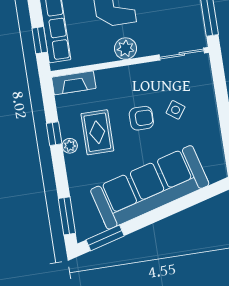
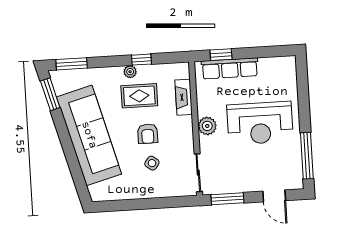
fireplace: (74, 83) -> (184, 97), moved

